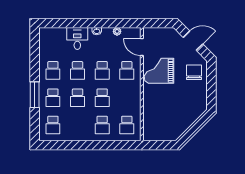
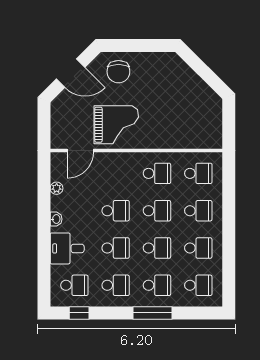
door: (193, 41) -> (71, 73), swing flipped
school desk: (53, 43) -> (74, 285), added
window: (35, 46) -> (79, 313), added
school desk: (127, 70) -> (157, 173), moved
grand piano: (159, 71) -> (116, 125), turned -90
chair: (194, 72) -> (118, 72), turned -90
school desk: (78, 125) -> (198, 248), added

